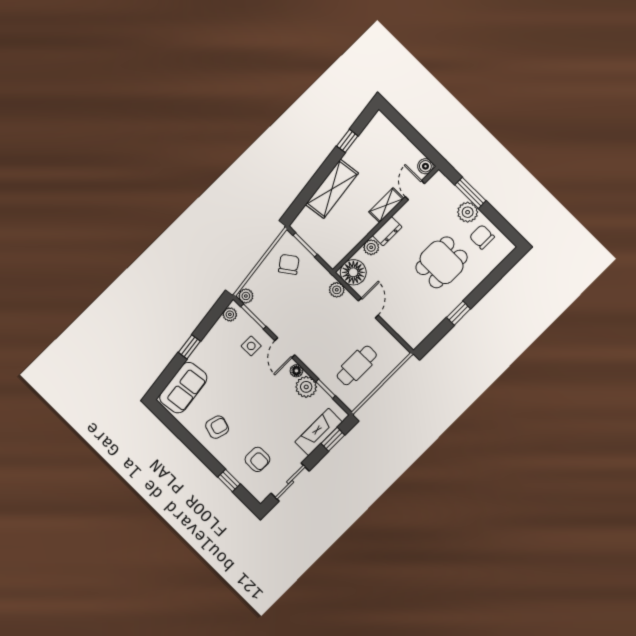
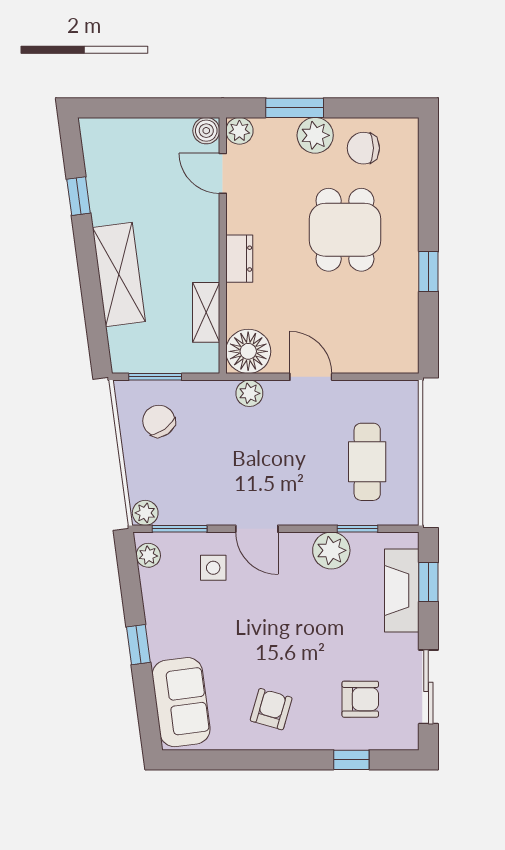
shelving: (386, 205) -> (206, 312), moved
plant: (371, 247) -> (239, 131), moved
floor lamp: (296, 371) -> (299, 543), removed

